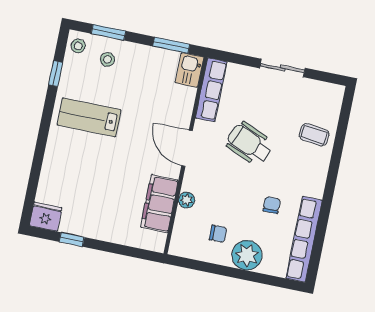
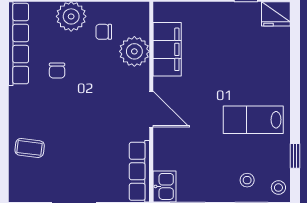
lab bench: (89, 117) -> (253, 120), turned 180
wheelchair: (249, 144) -> (91, 126), removed
plant: (187, 200) -> (134, 51), width x1.87, depth x1.87

